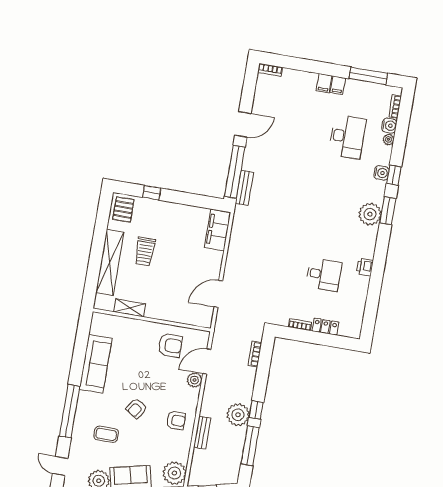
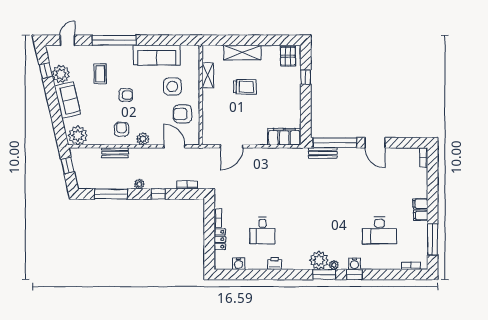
water cooler: (389, 126) -> (239, 264), moved
plant: (388, 139) -> (334, 265), moved
pallet: (123, 209) -> (288, 56), turned 90
trolley: (145, 251) -> (245, 87), moved, turned 180
shelving: (110, 262) -> (242, 53), width x0.68
door: (218, 294) -> (232, 146), swing flipped
armchair: (170, 345) -> (182, 114), turned 90
side table: (136, 352) -> (172, 87), added
plant: (195, 380) -> (143, 139), moved
armchair: (136, 408) -> (126, 95), turned 146
window: (256, 410) -> (158, 194), moved
plant: (238, 415) -> (139, 184), width x0.53, depth x0.53
armchair: (176, 420) -> (122, 129), turned 180

